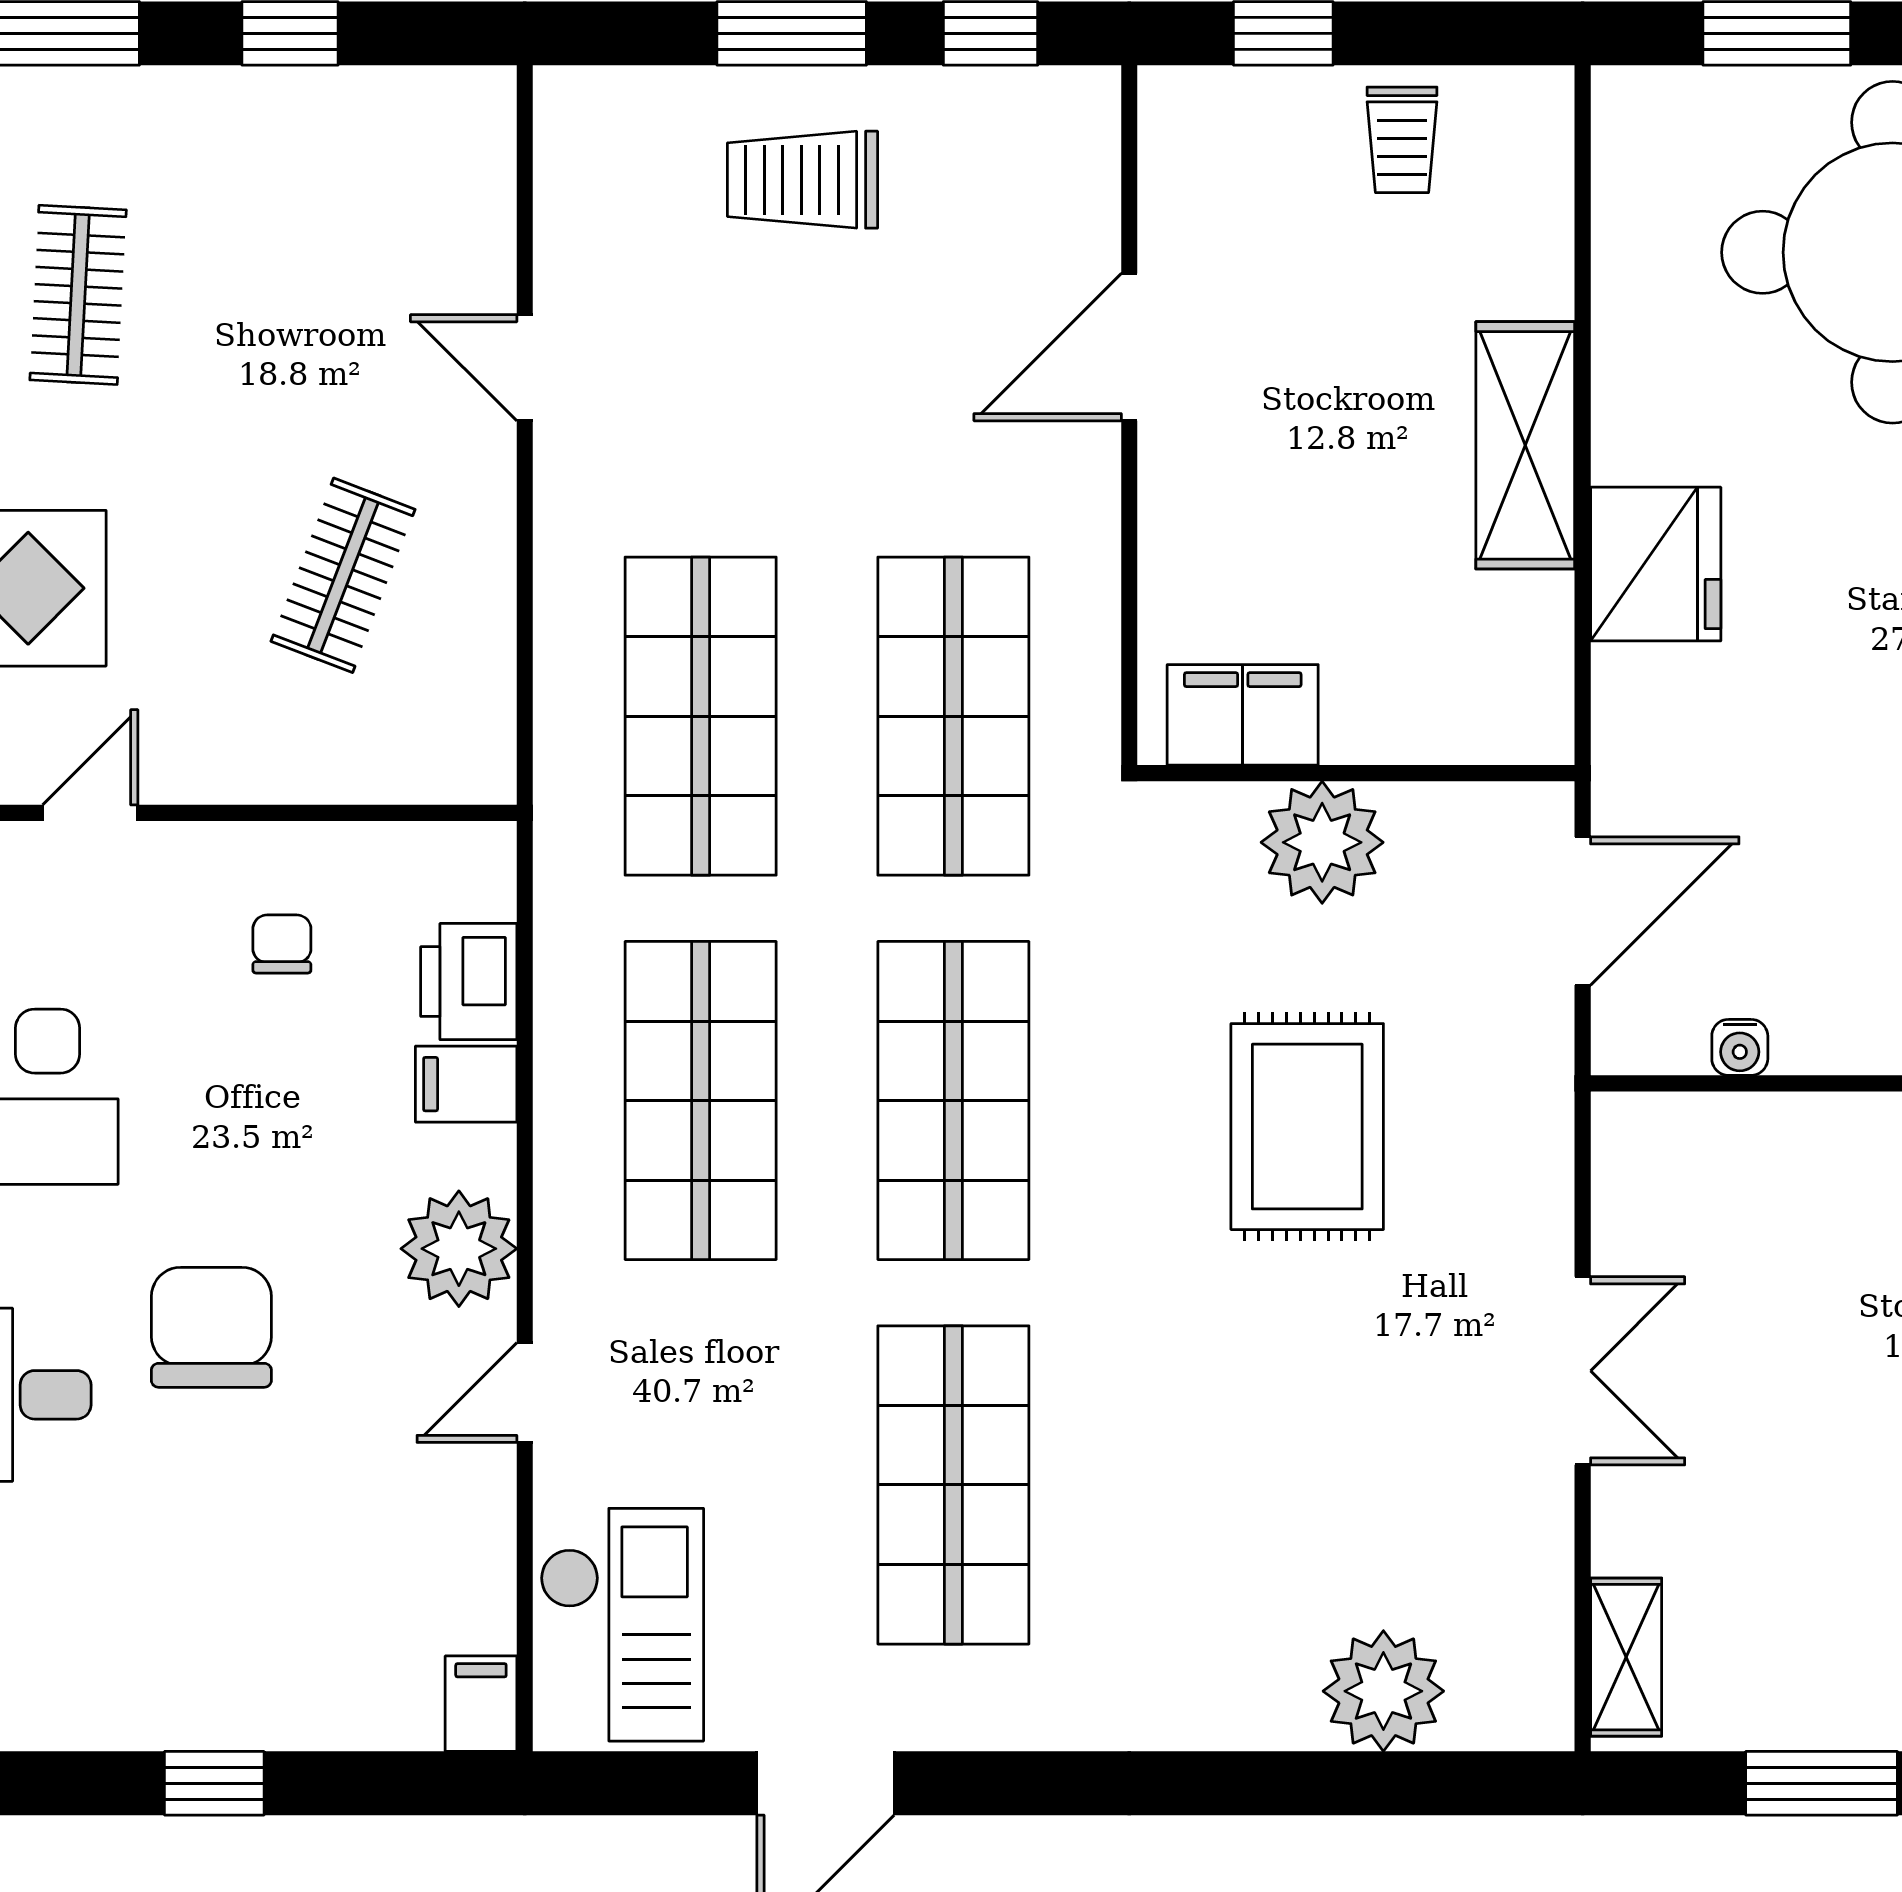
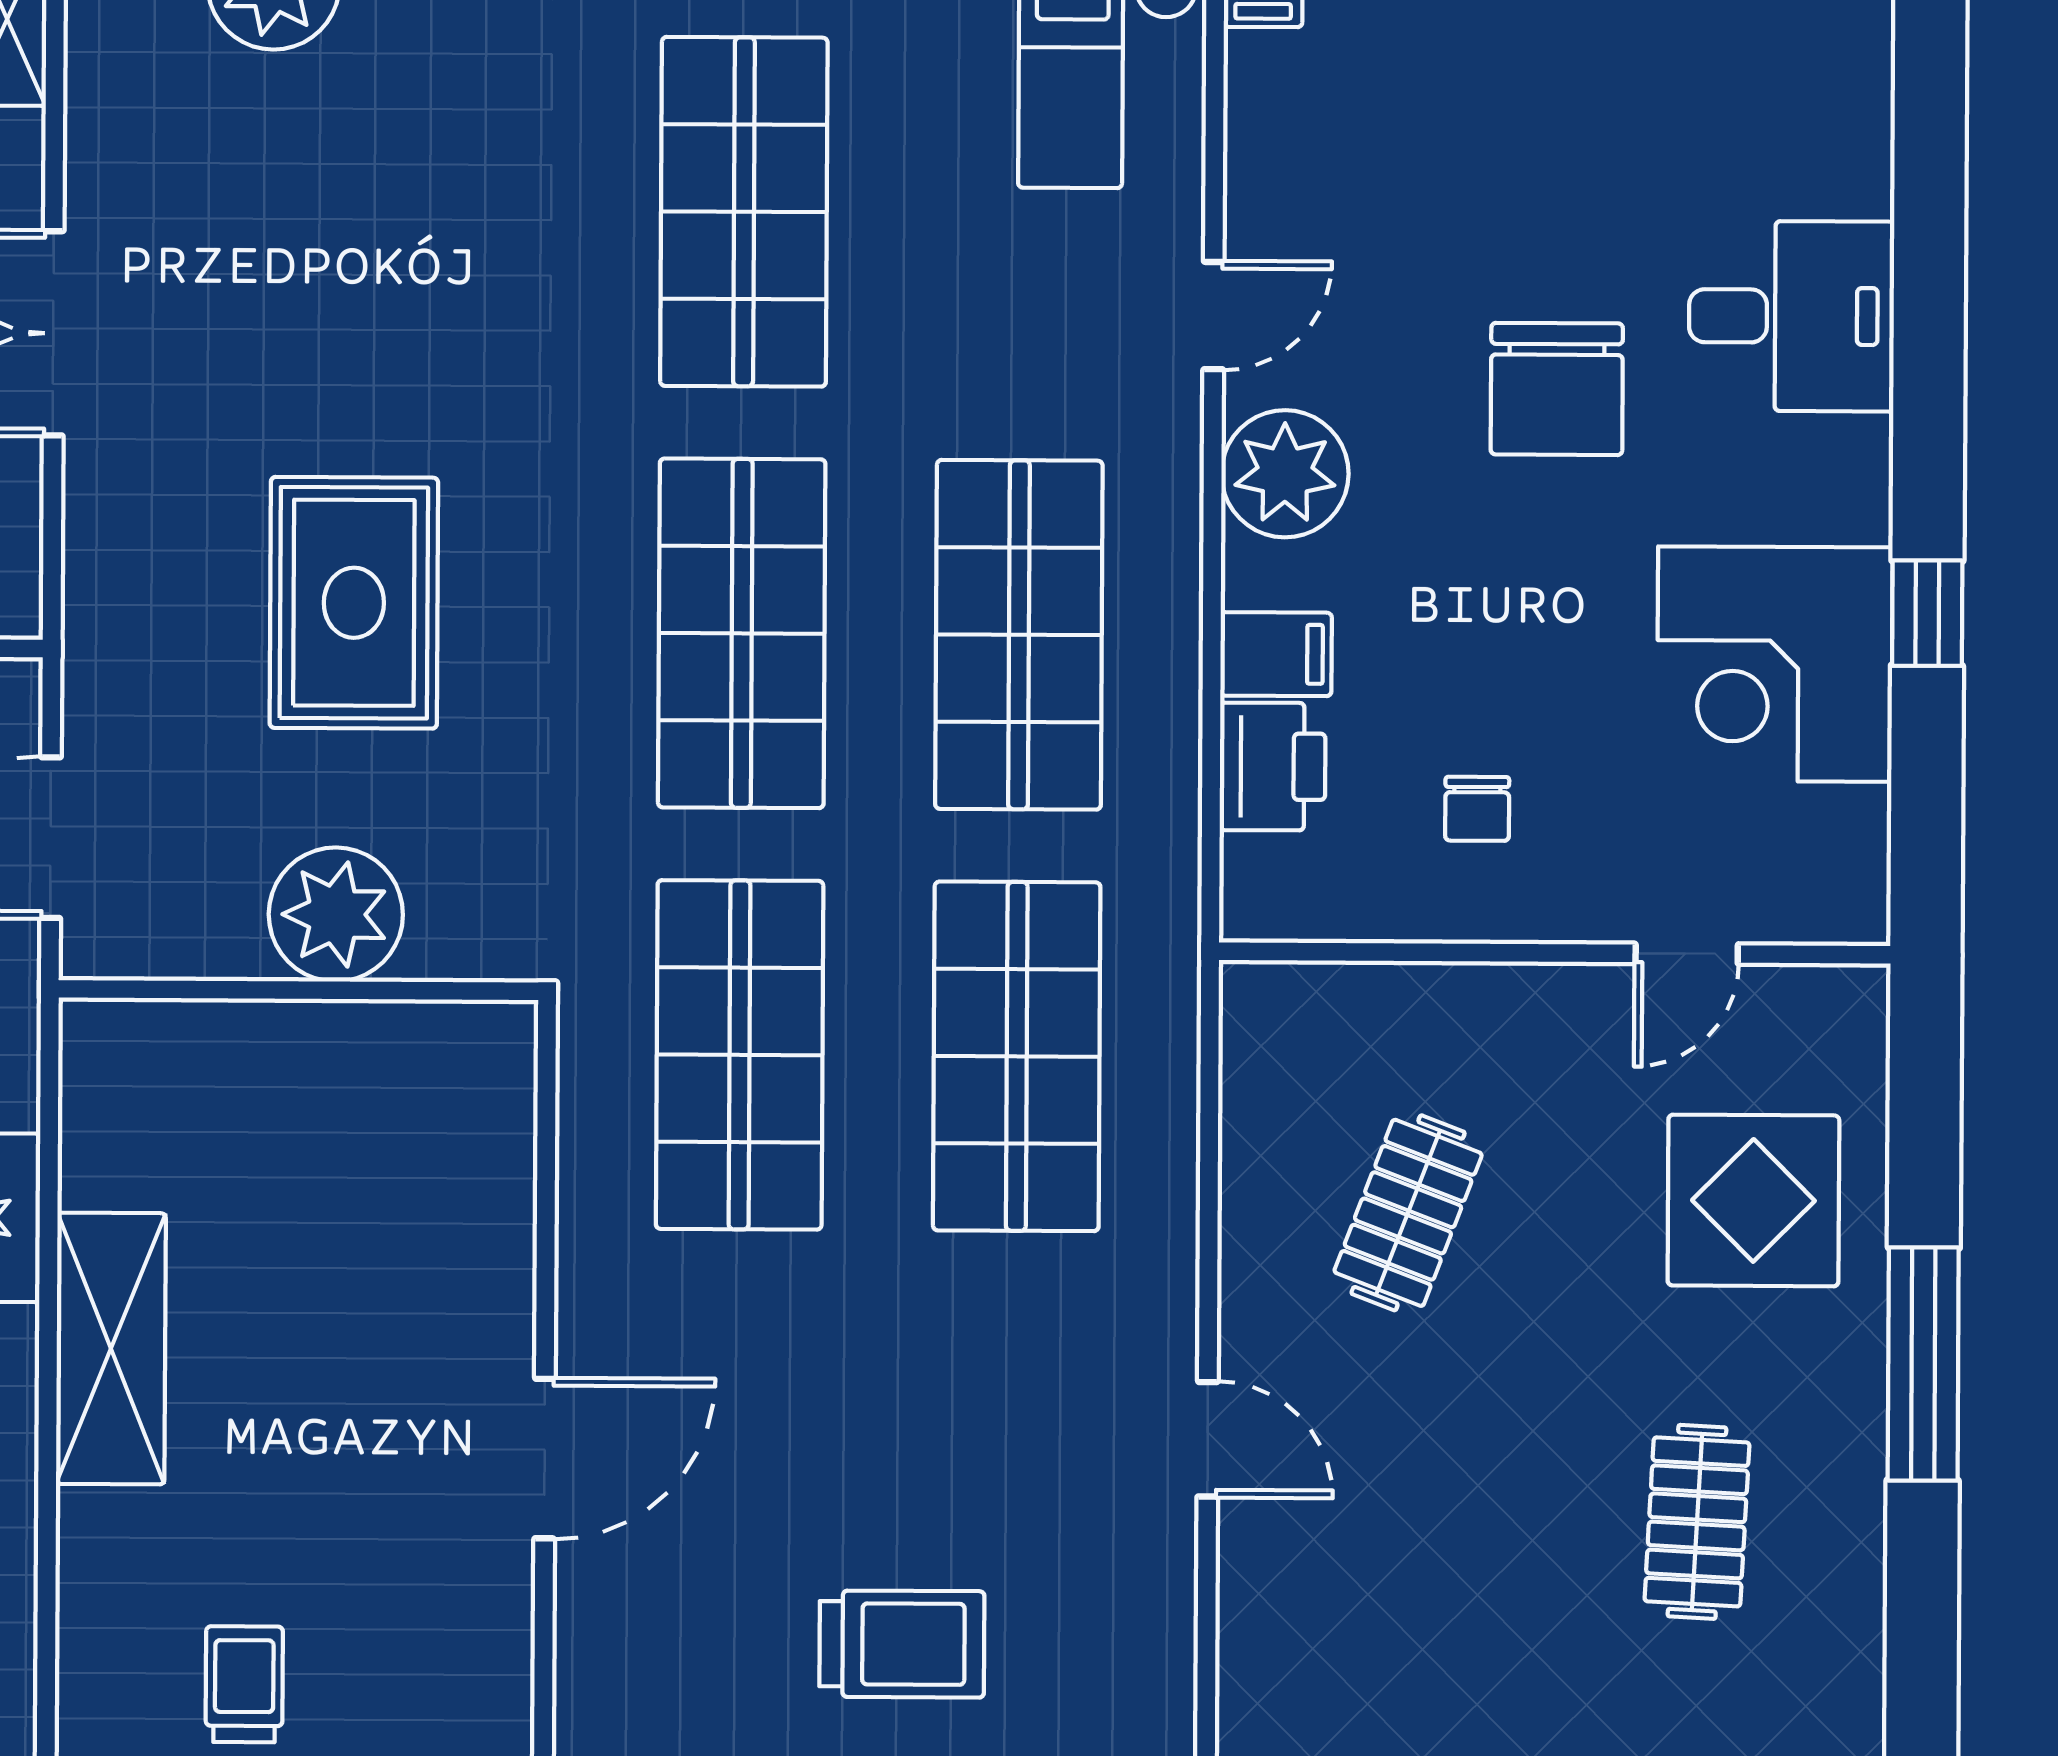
filing cabinet: (1243, 715) -> (422, 1055), removed

